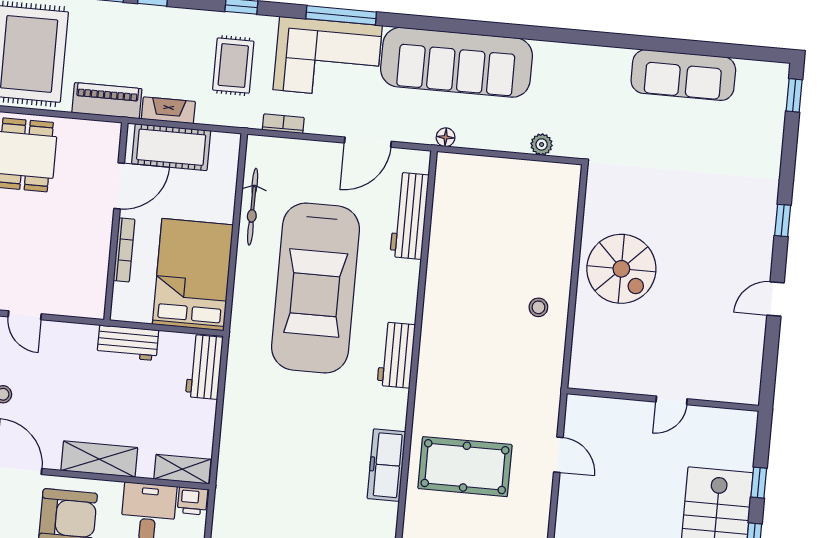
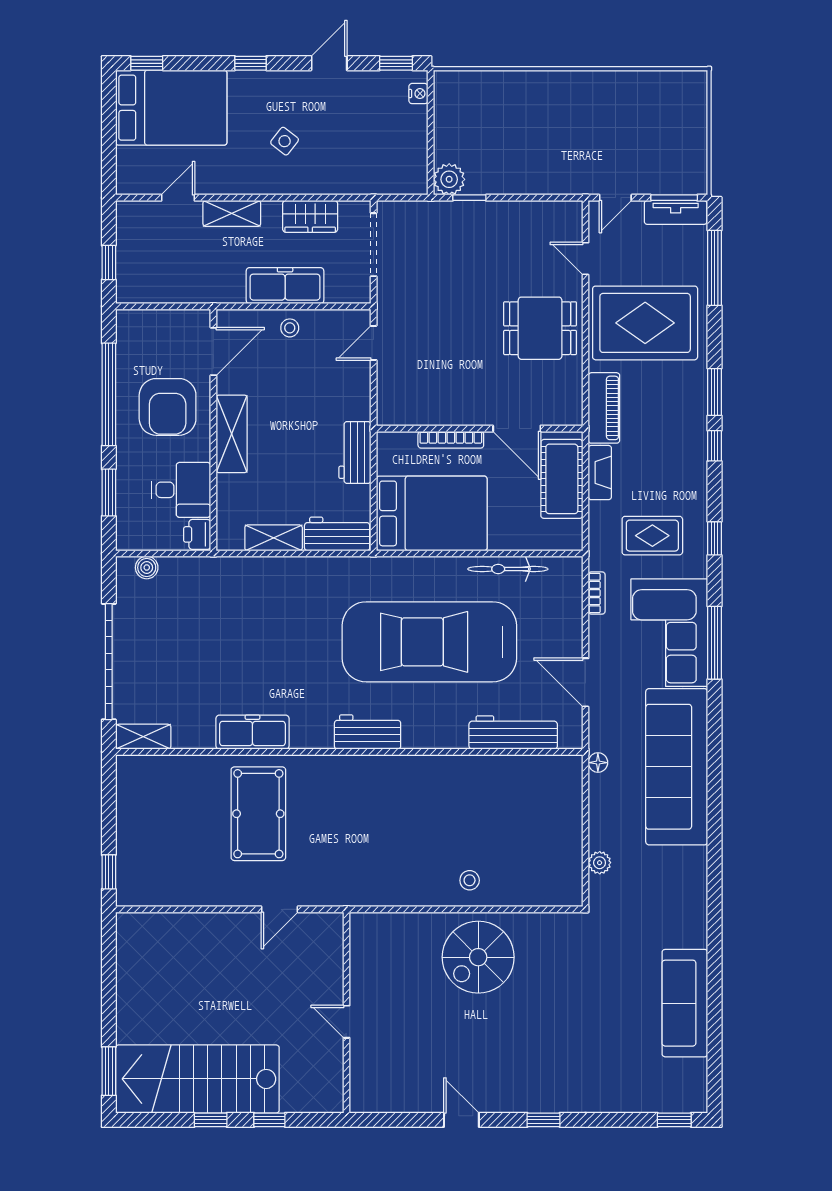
stool: (538, 307) -> (470, 880), moved
shelving: (182, 469) -> (274, 538), moved, turned 90

